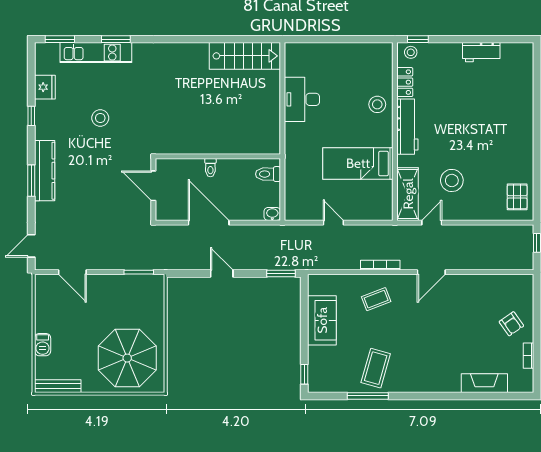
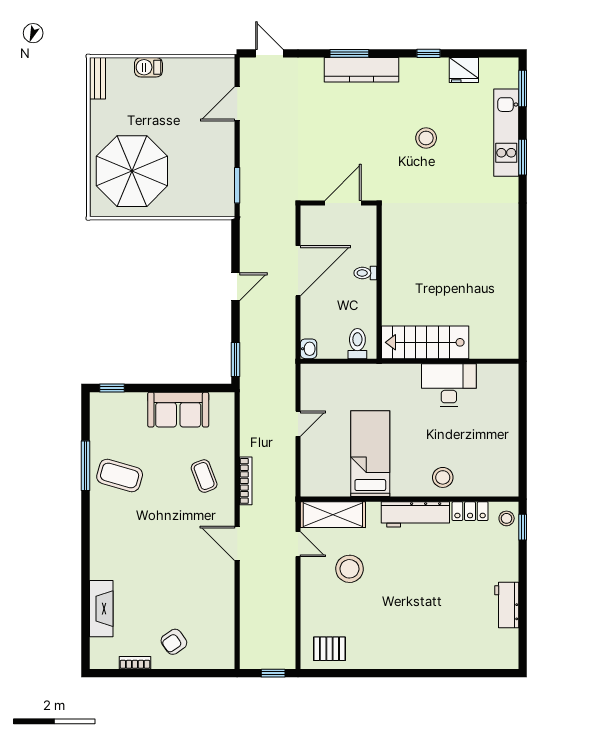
stairs: (245, 56) -> (425, 342), moved, turned 90
bench: (58, 386) -> (97, 78), width x0.73

